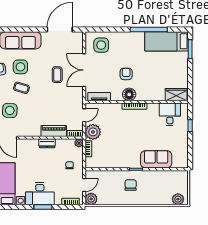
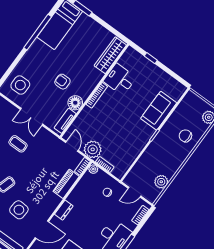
double door: (84, 70) -> (31, 117), width x0.73
floor lamp: (129, 94) -> (75, 103), moved
wardrobe: (176, 95) -> (110, 55), width x1.50
desk: (170, 114) -> (120, 79), moved
dresser: (47, 143) -> (64, 210), moved
door: (84, 185) -> (134, 192), swing flipped
chair: (131, 185) -> (185, 136), moved
plant: (91, 199) -> (161, 182), moved

